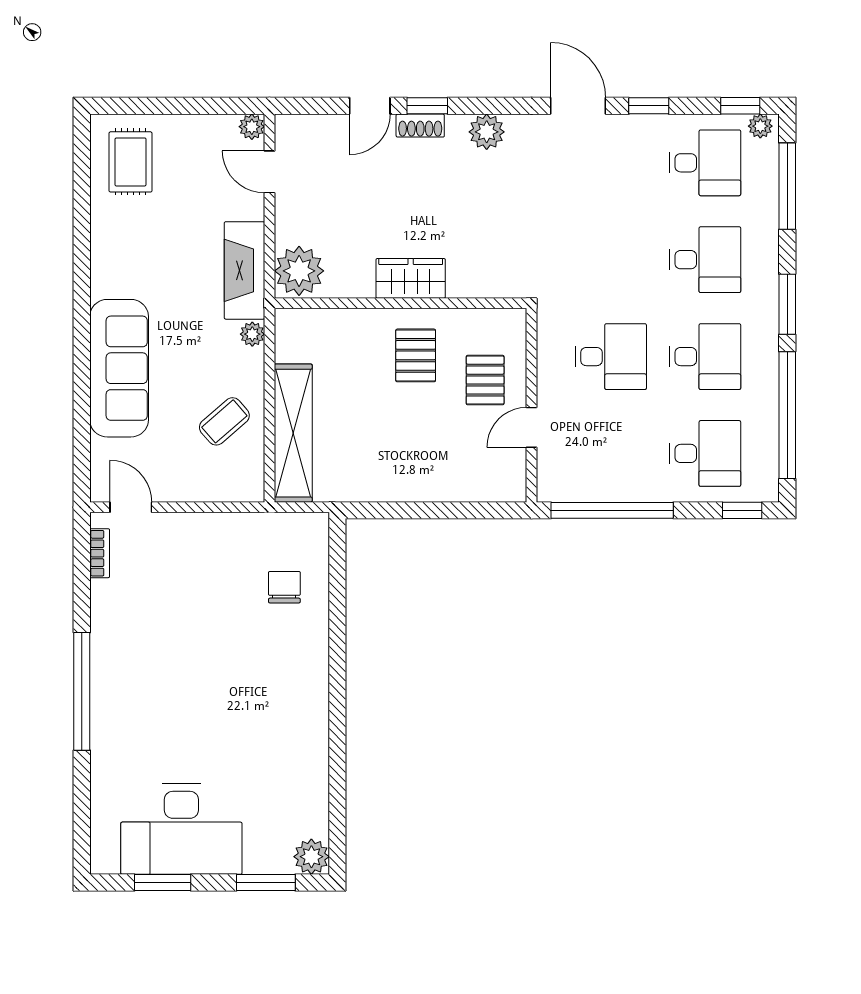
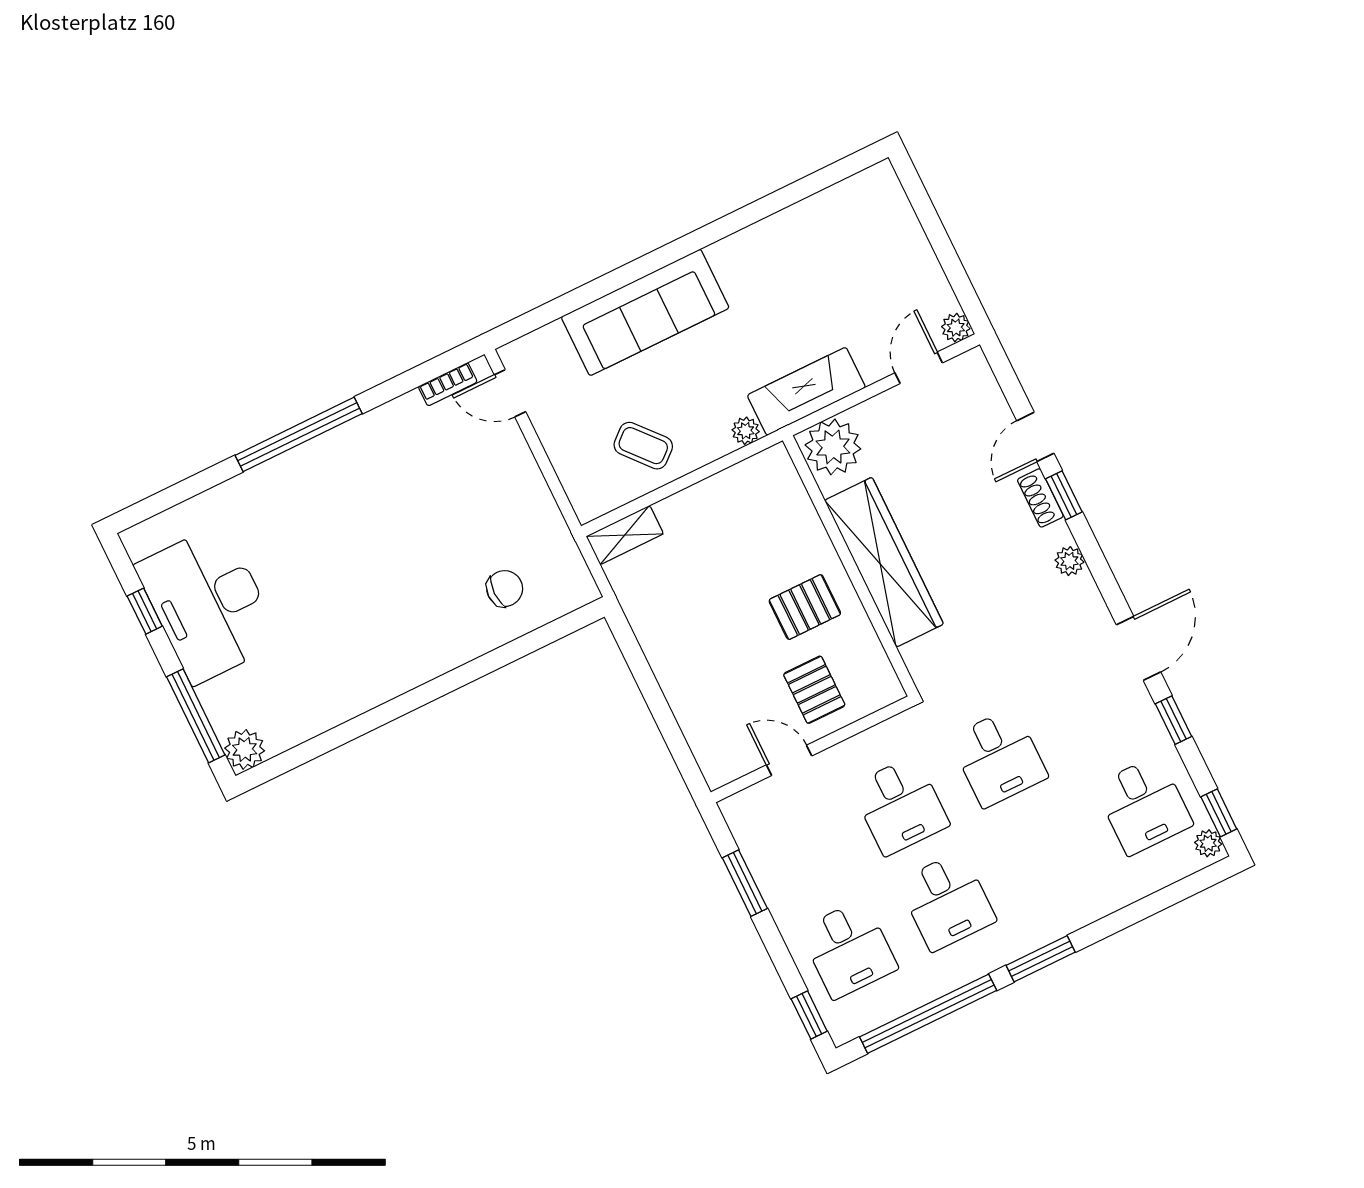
door: (370, 106) -> (1035, 437), hinge flipped
plant: (487, 132) -> (1069, 561), width x0.73, depth x0.73
rug: (131, 162) -> (860, 222), removed
window: (787, 186) -> (1161, 900), removed
desk: (705, 260) -> (999, 758), moved
wardrobe: (411, 278) -> (884, 562), width x2.10, depth x1.17
pallet: (485, 380) -> (814, 690), turned 90
shelving: (293, 433) -> (625, 535), width x0.45, depth x0.75
door: (131, 507) -> (510, 393), swing flipped
window: (612, 510) -> (745, 883), width x0.47
window: (163, 883) -> (145, 611), width x0.67
window: (266, 883) -> (196, 716), width x1.44

